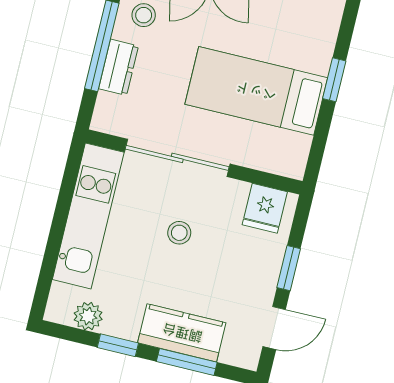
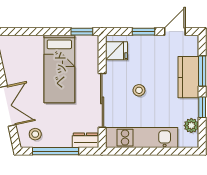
dresser: (119, 67) -> (85, 140), moved
window: (334, 80) -> (82, 32), moved
door: (274, 328) -> (175, 32), hinge flipped

